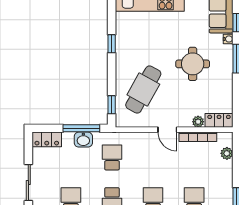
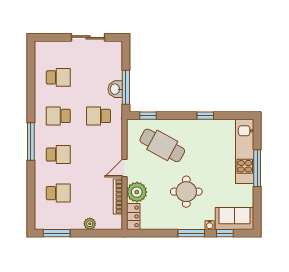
plant: (198, 122) -> (137, 192), width x1.88, depth x1.88
locker: (47, 139) -> (115, 55), removed
plant: (227, 153) -> (90, 224), moved
school desk: (112, 157) -> (98, 116), turned 180
sliding door: (28, 182) -> (88, 37), moved

